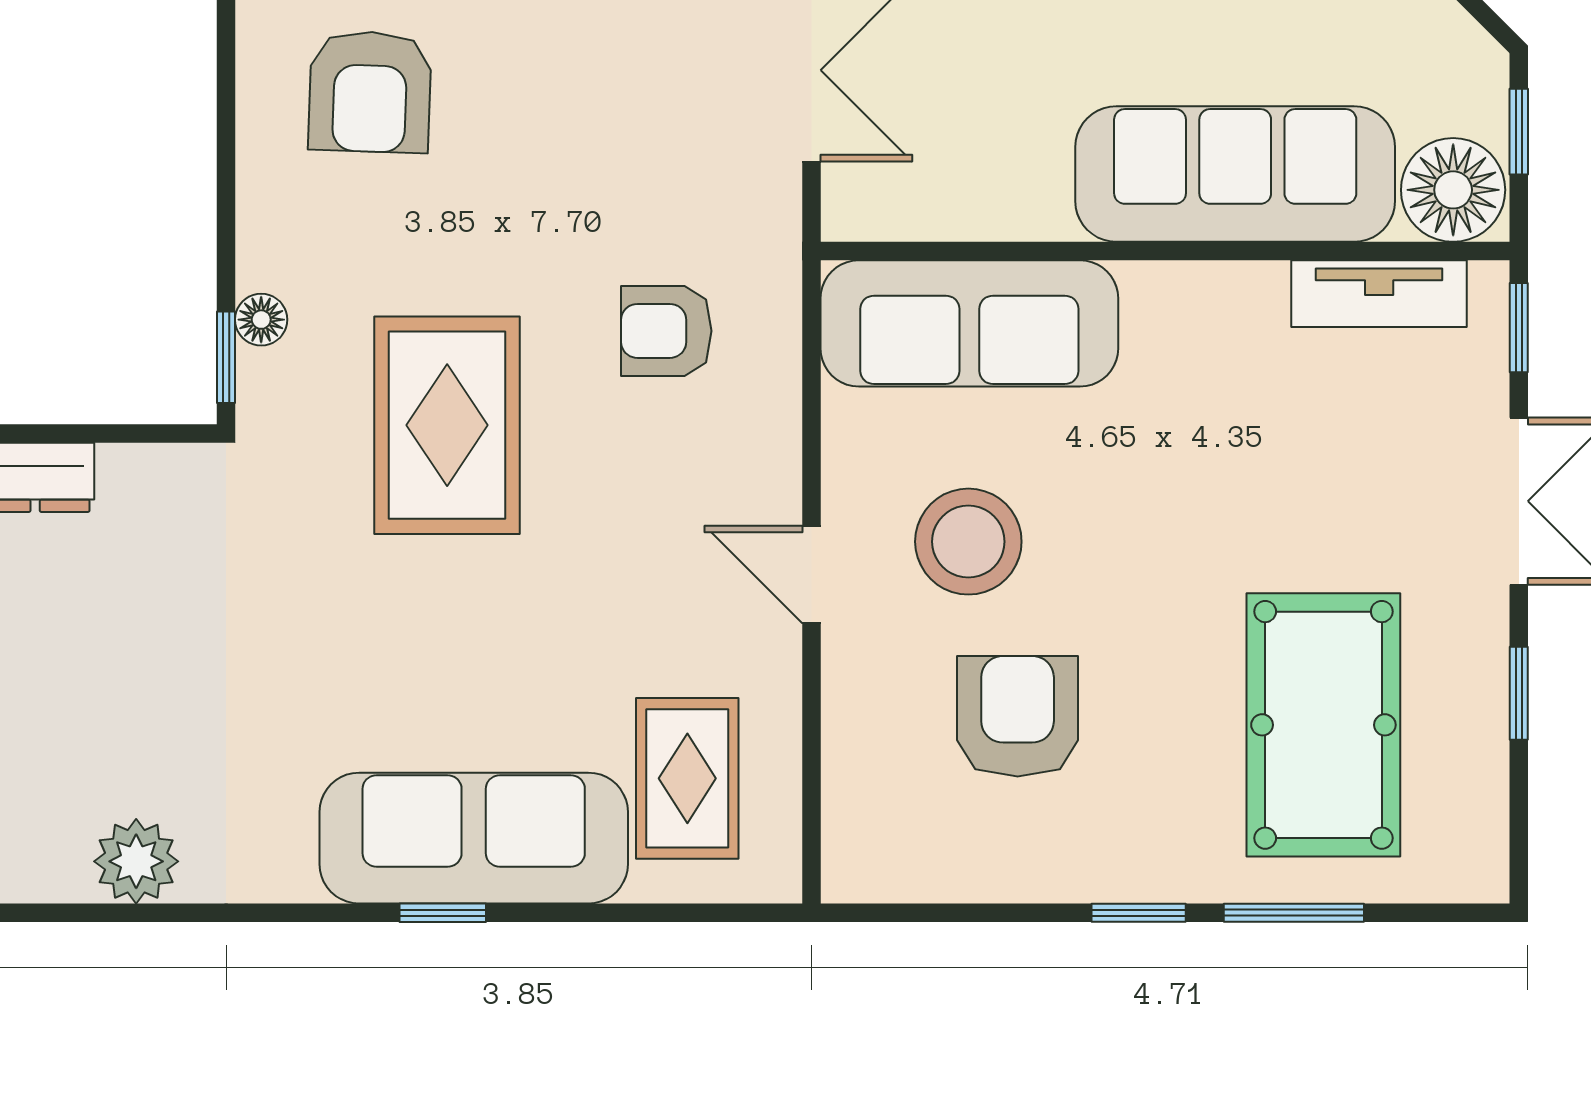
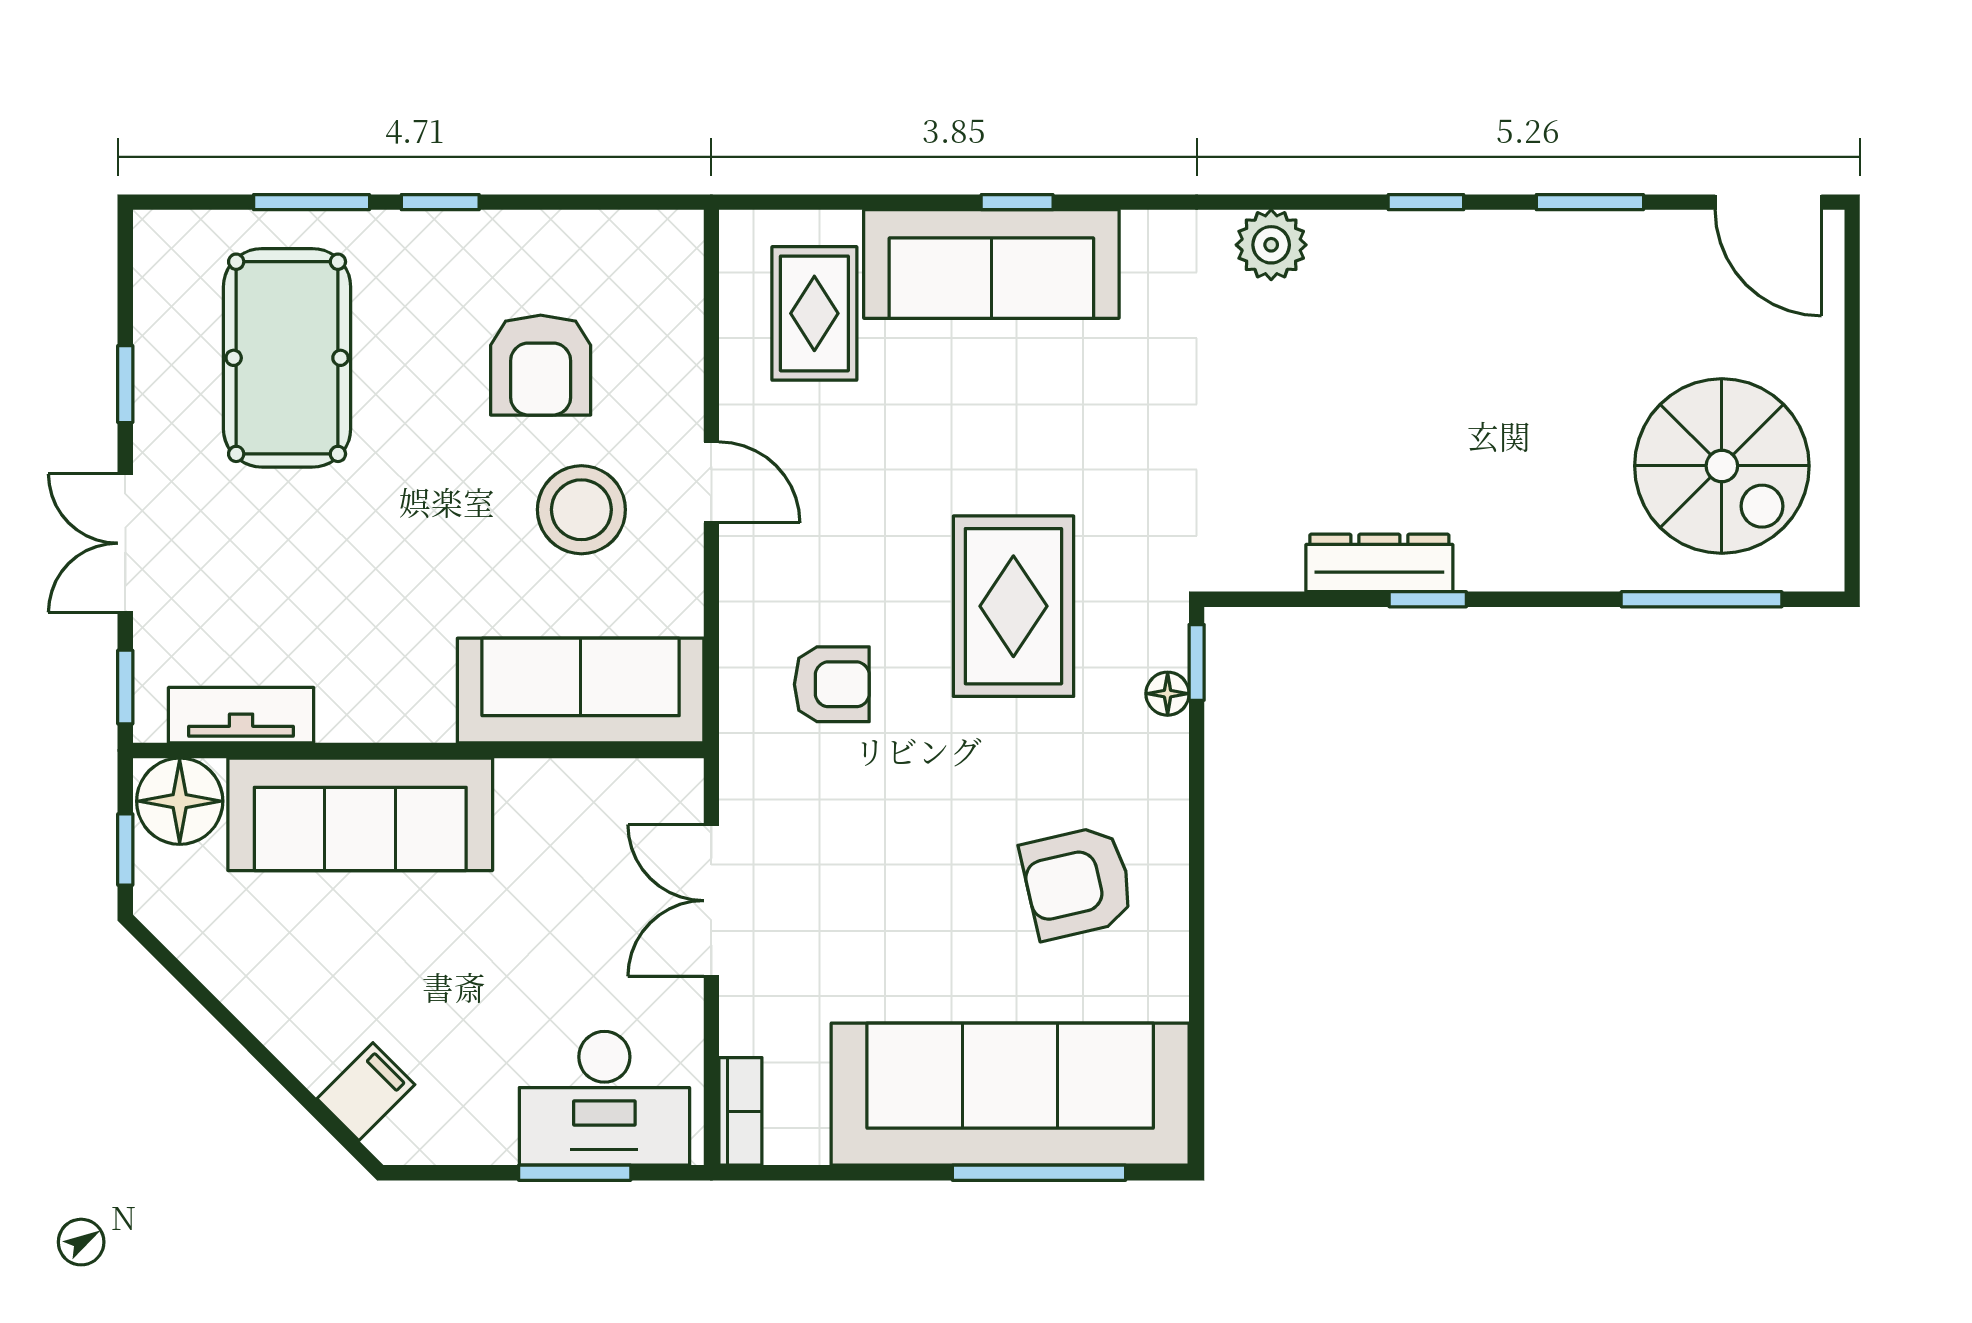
armchair: (370, 92) -> (1077, 883), turned -105

